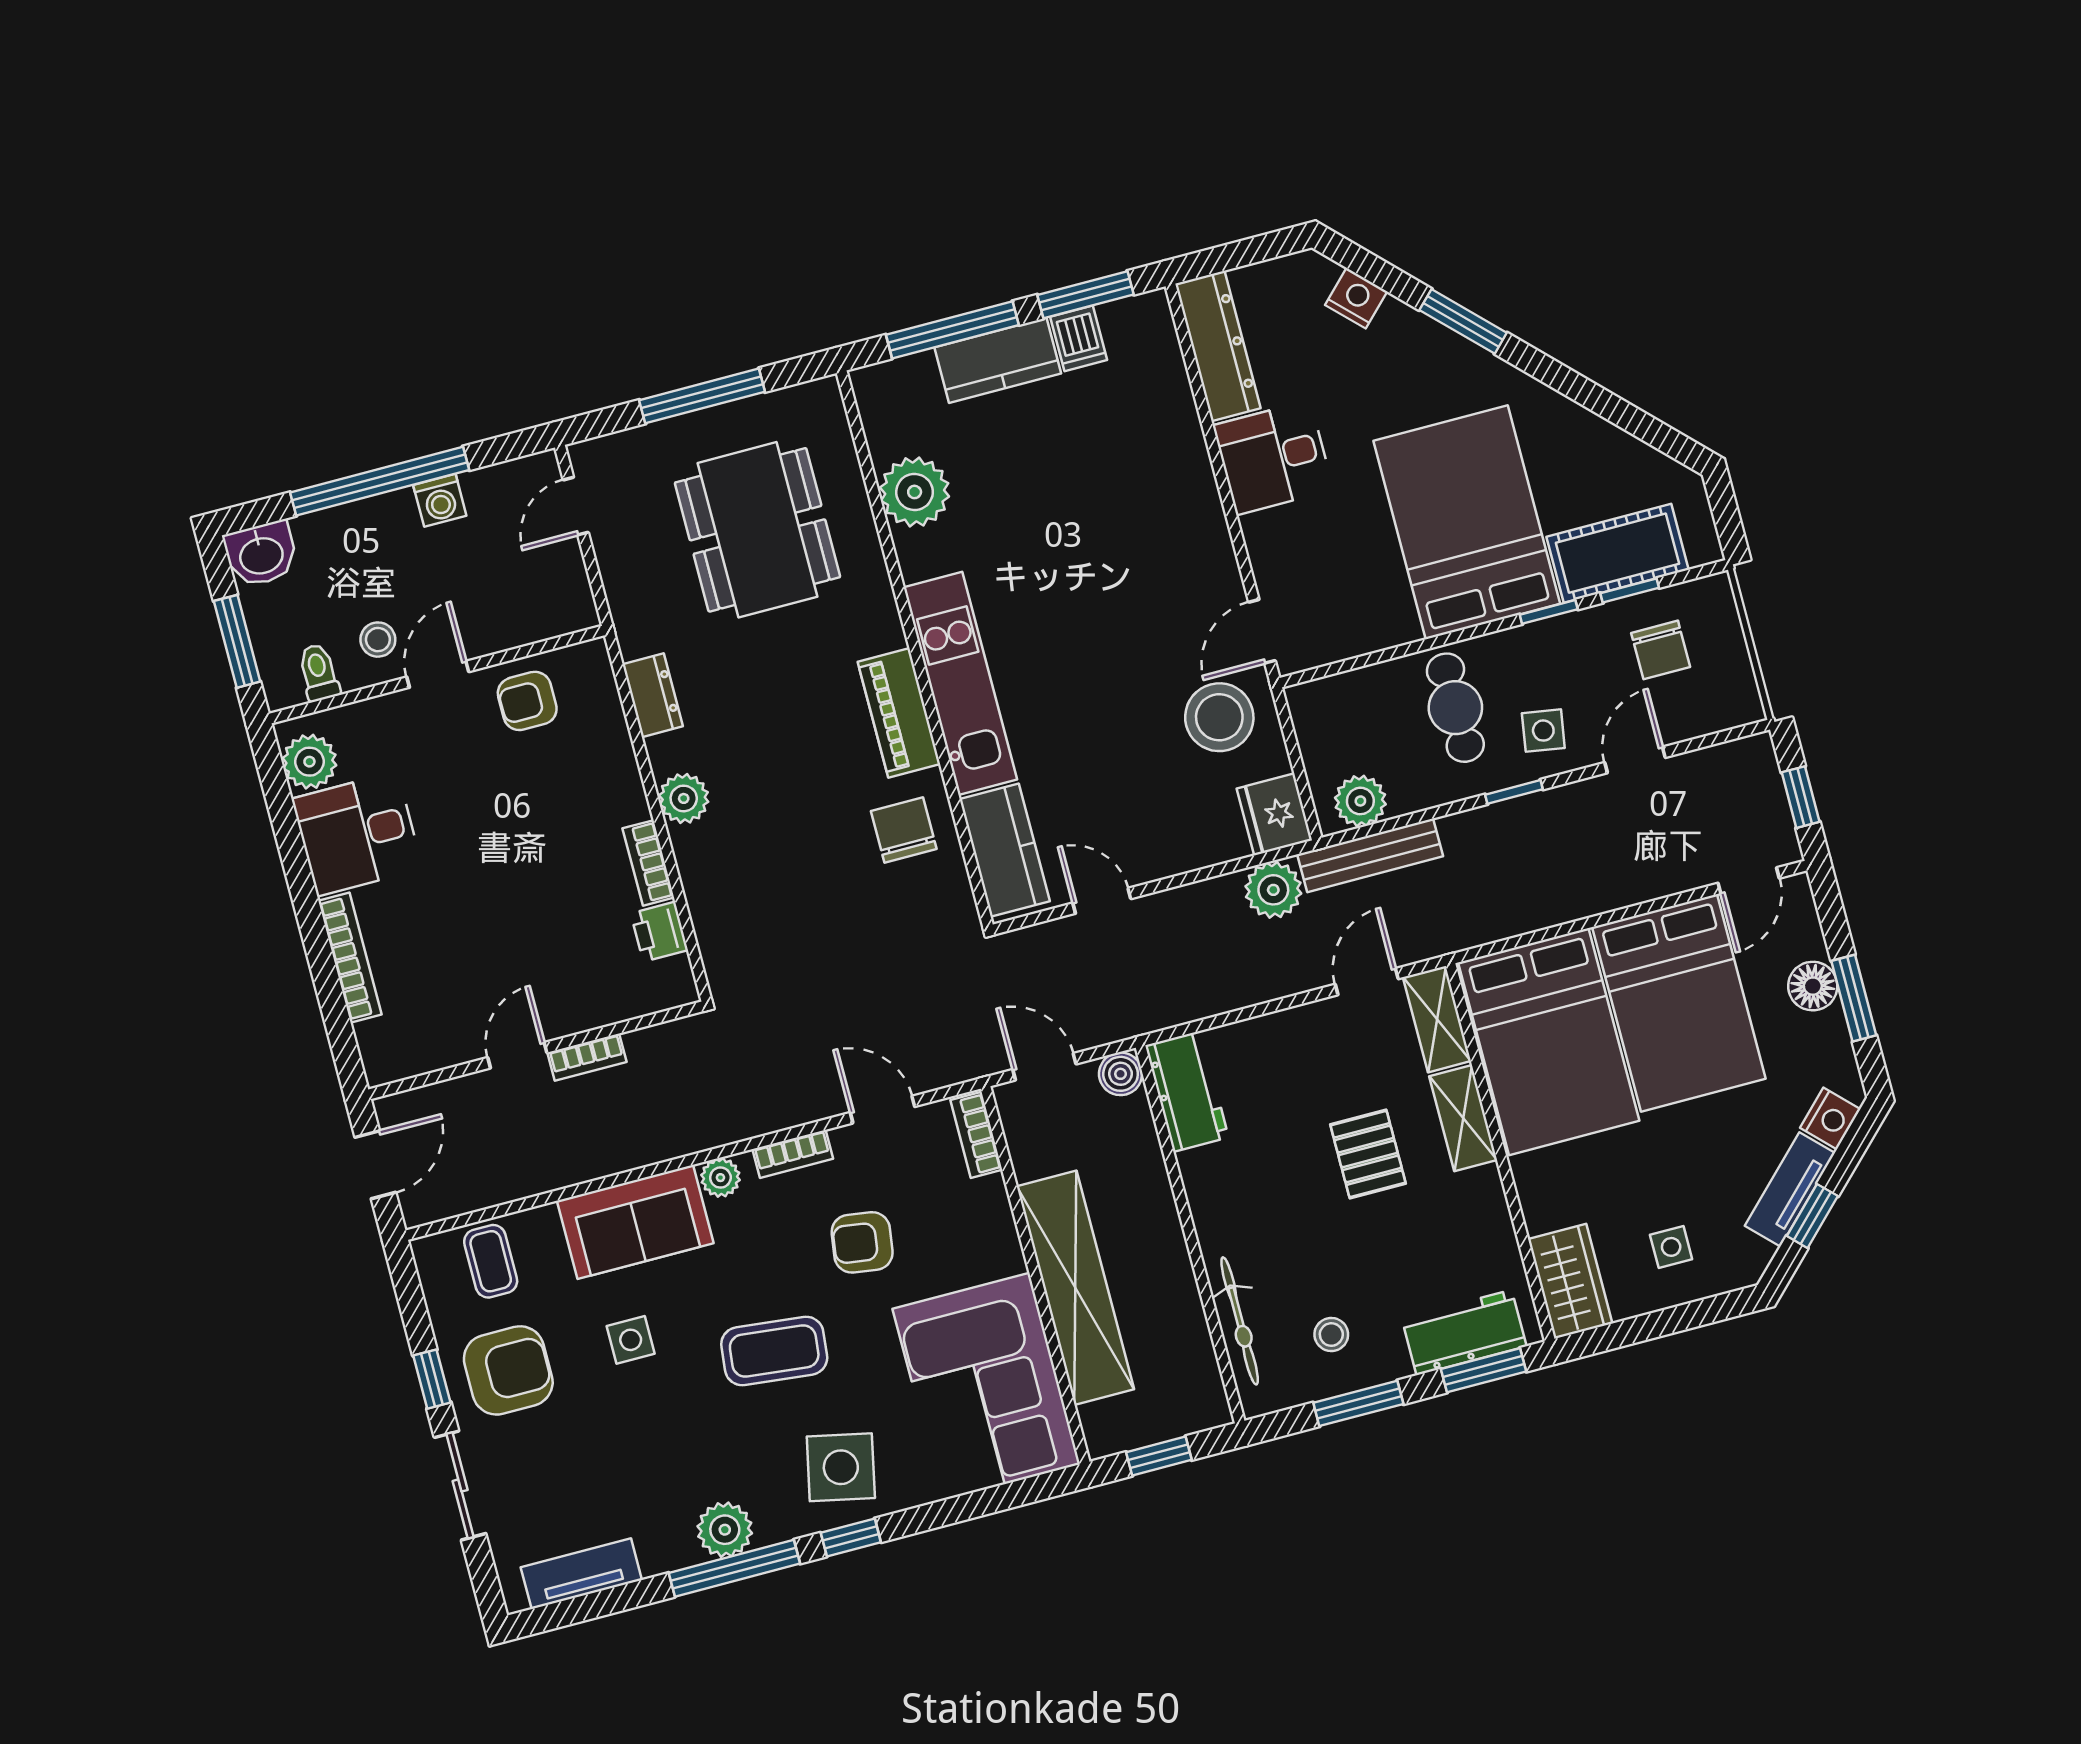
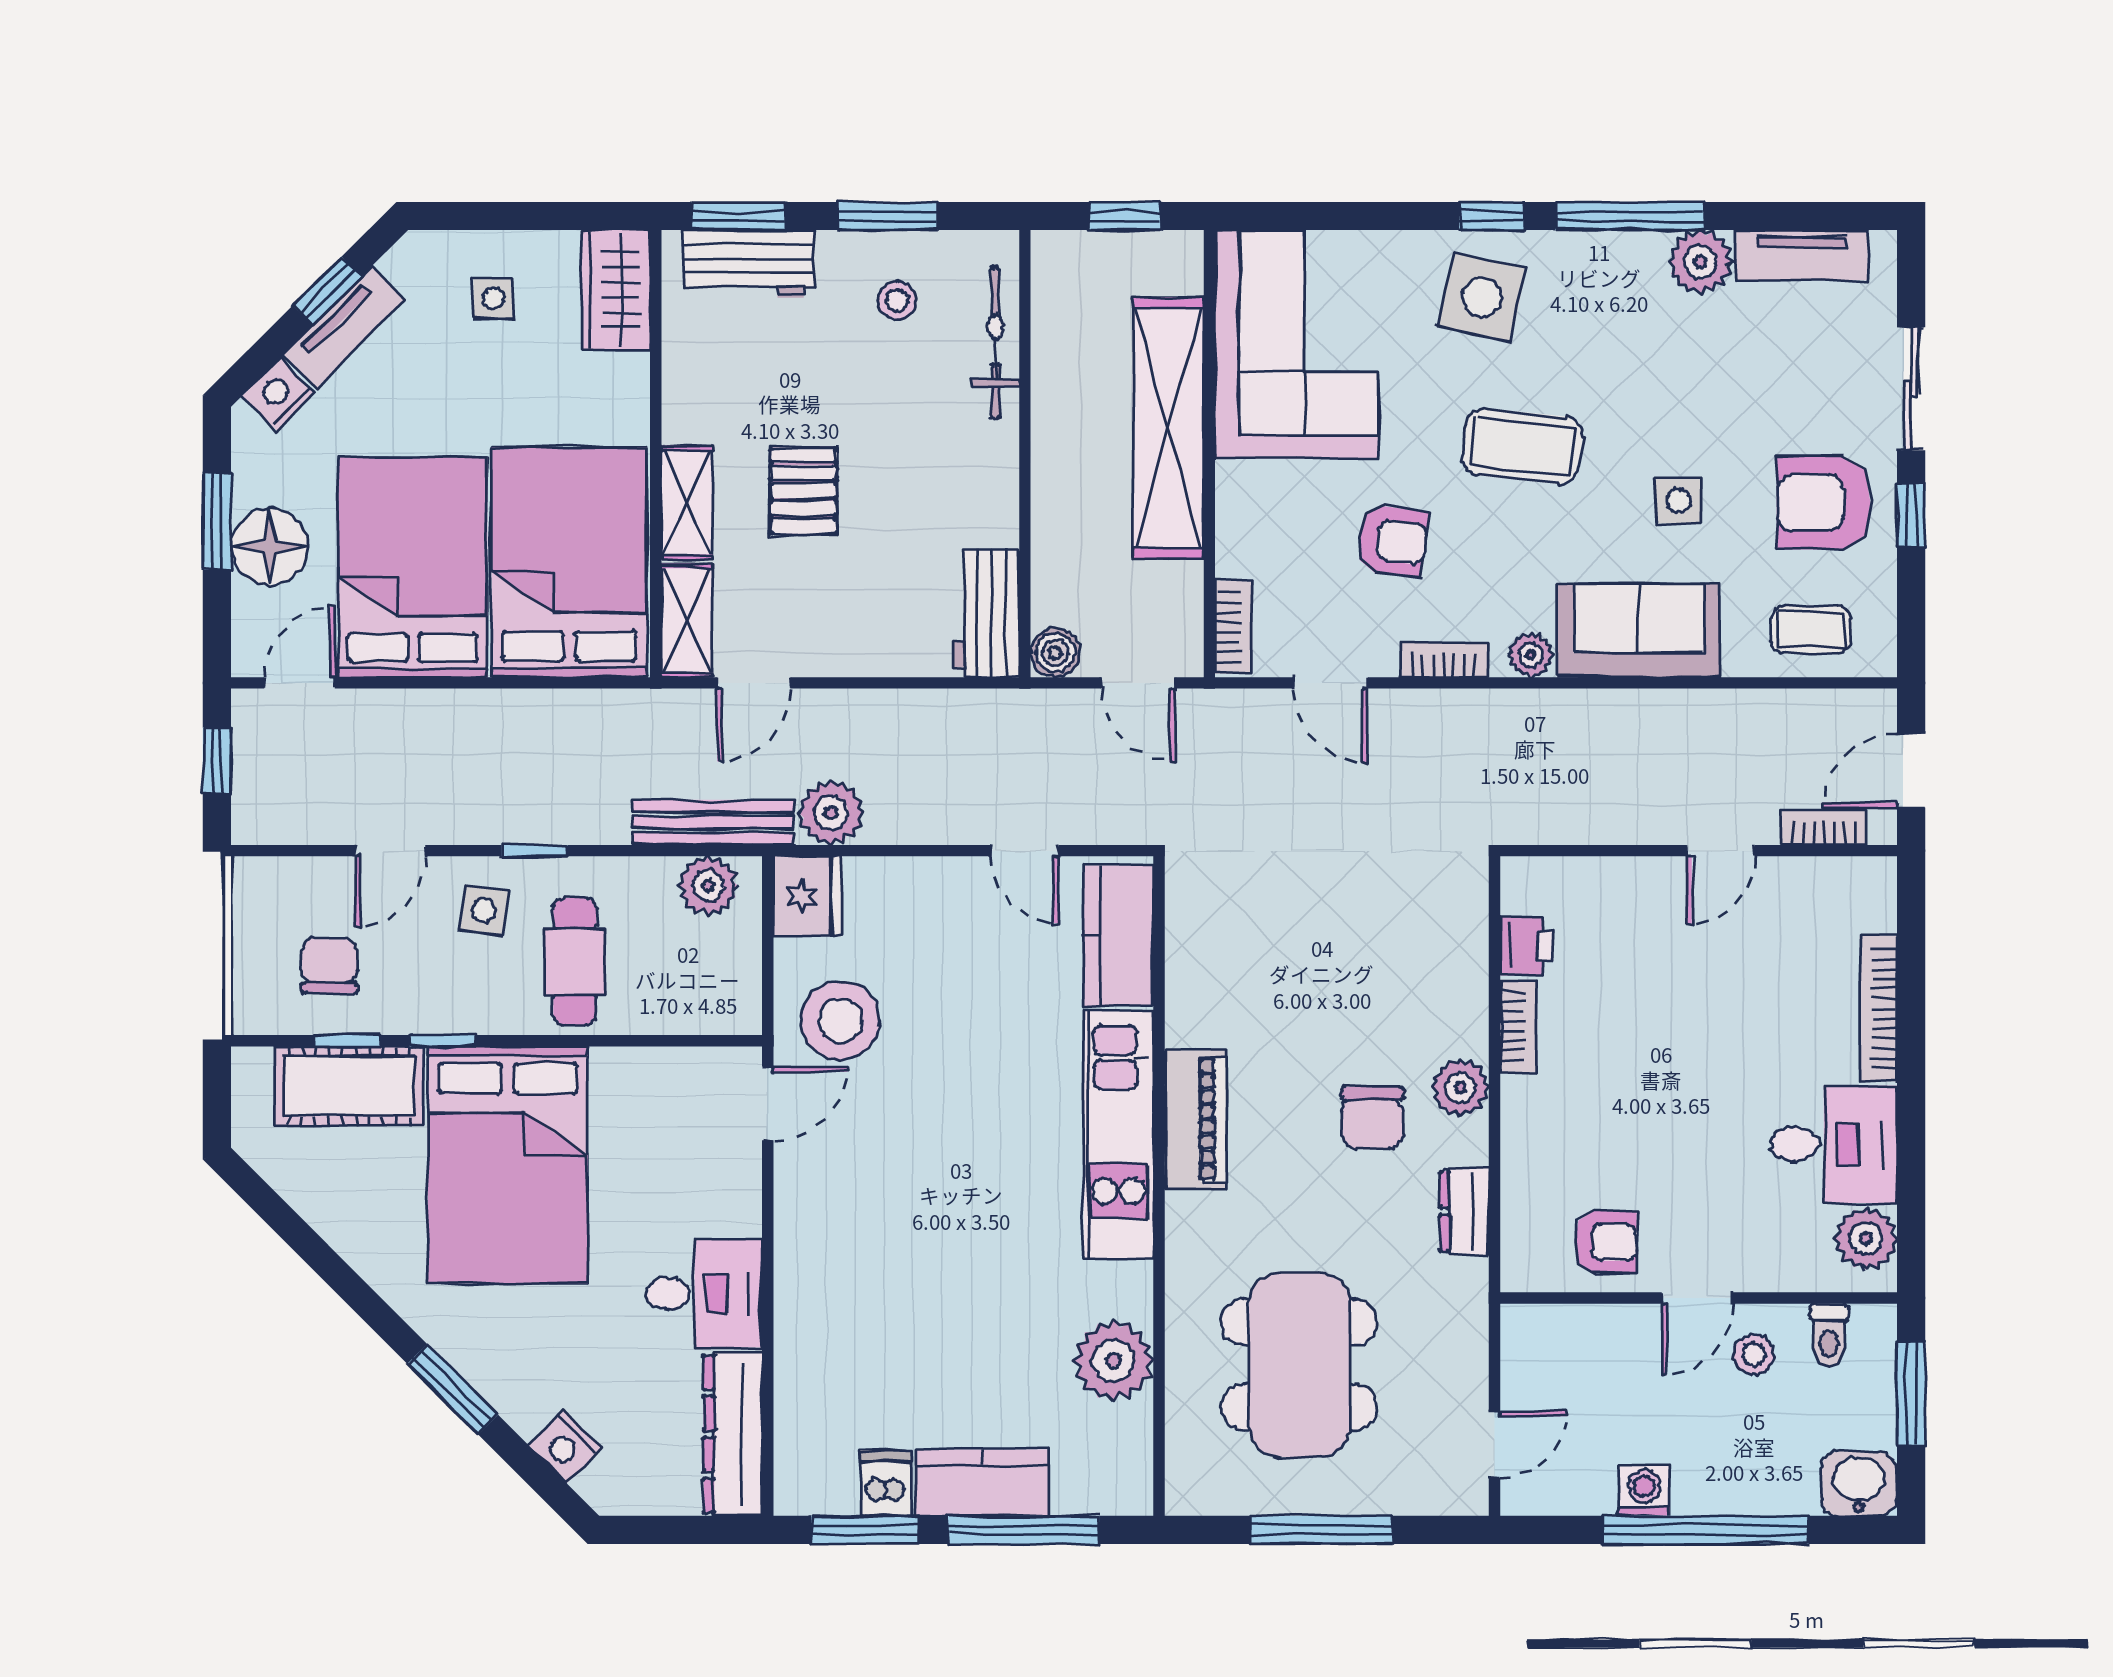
chair: (904, 830) -> (1372, 1118), moved
floor lamp: (1813, 986) -> (270, 547), width x1.38, depth x1.38
bookcase: (587, 1057) -> (1824, 828), moved
coffee table: (491, 1261) -> (1811, 629), turned 90
plant: (725, 1530) -> (1700, 262), moved

